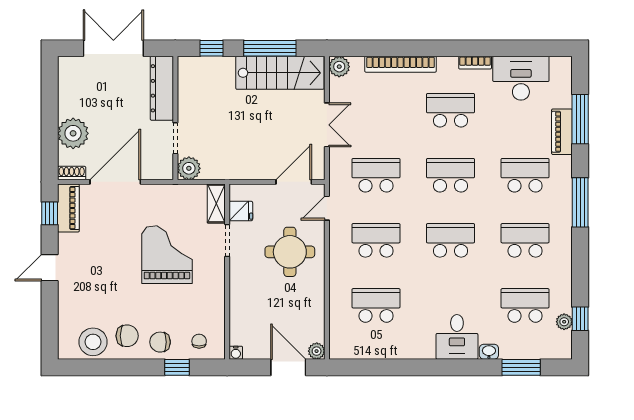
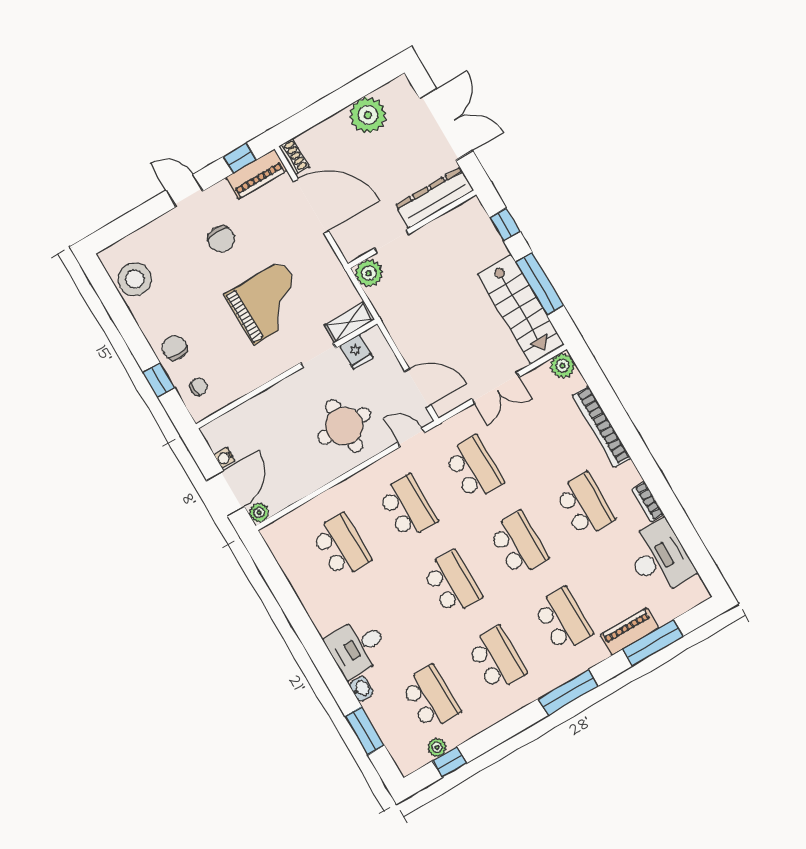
plant: (73, 133) -> (368, 115), moved
chair: (127, 336) -> (221, 239), moved
water cooler: (236, 353) -> (225, 458), moved

